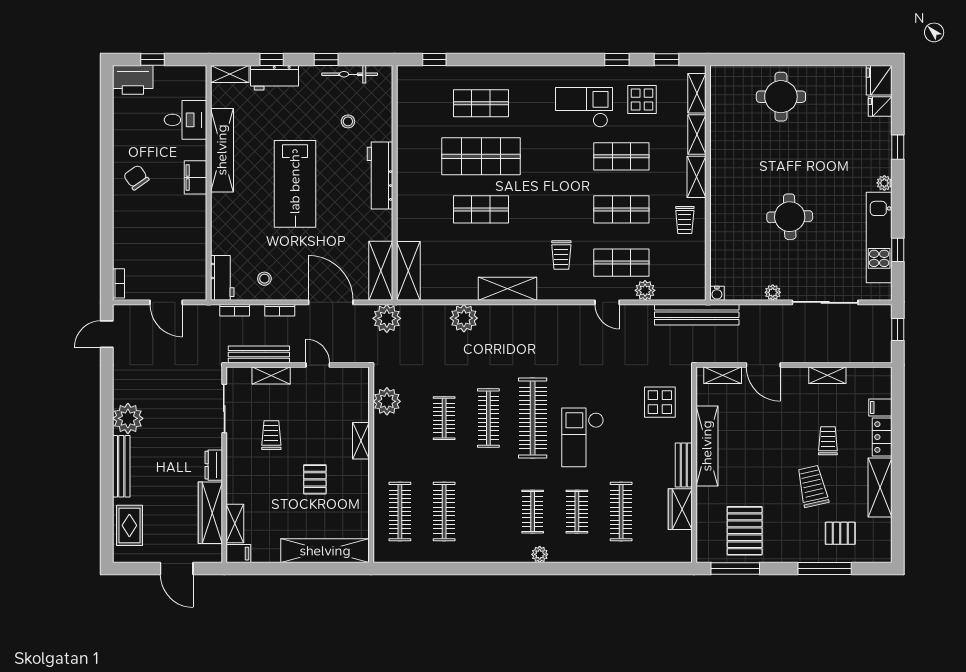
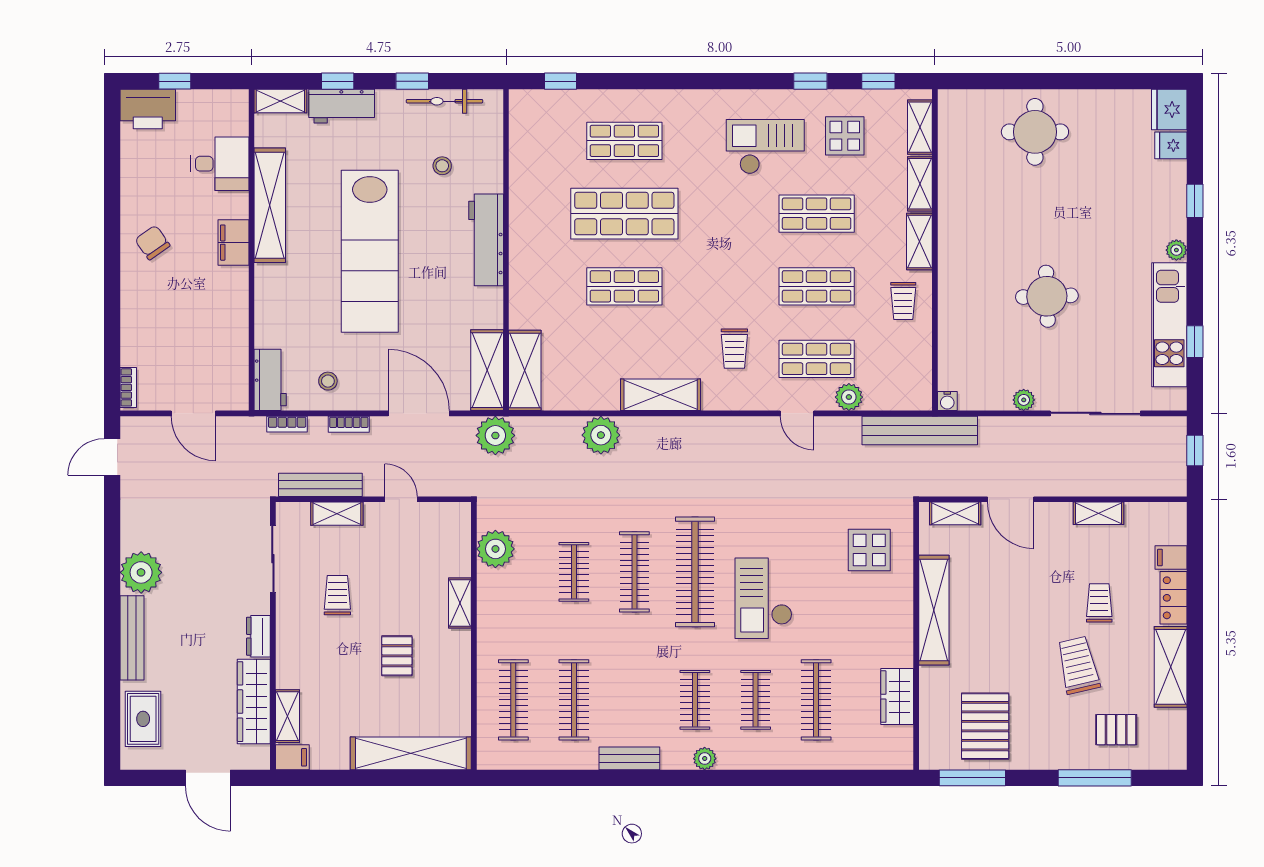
lab bench: (295, 184) -> (370, 251), width x1.36
bench: (684, 465) -> (629, 758), moved, turned 90

